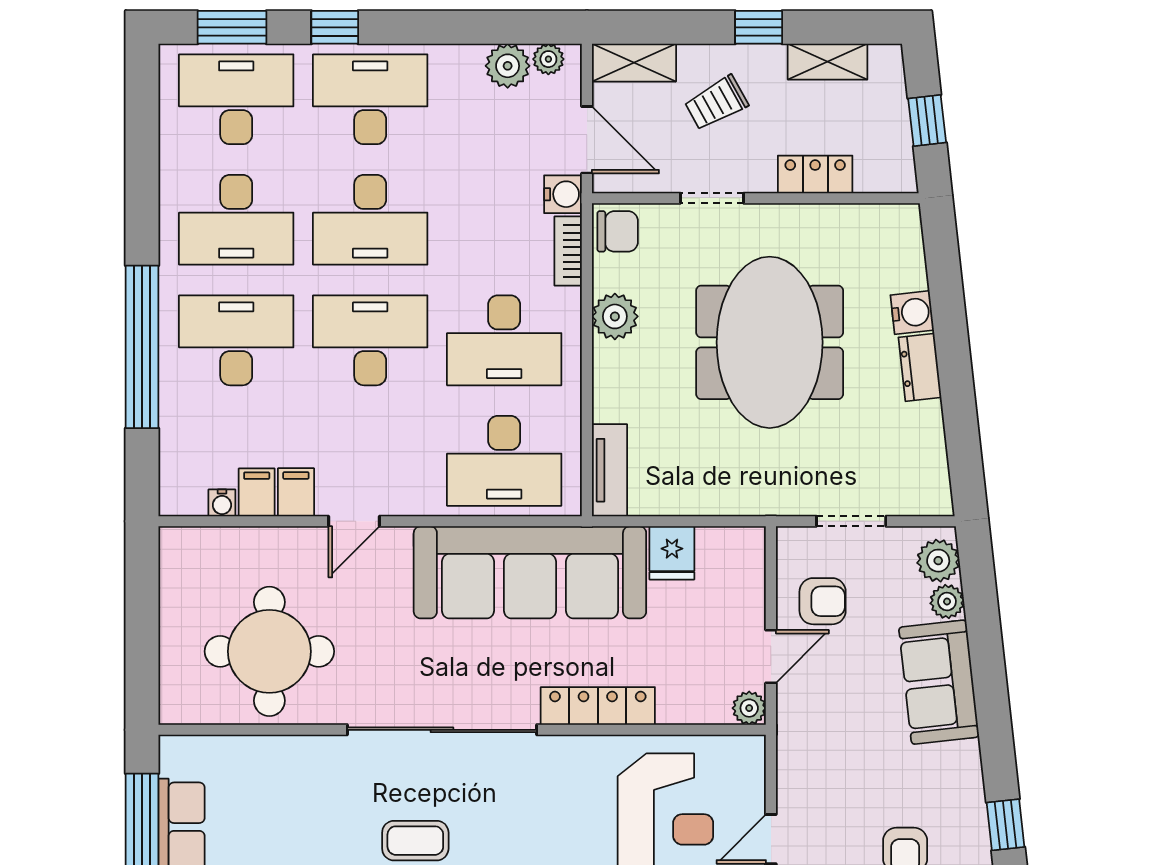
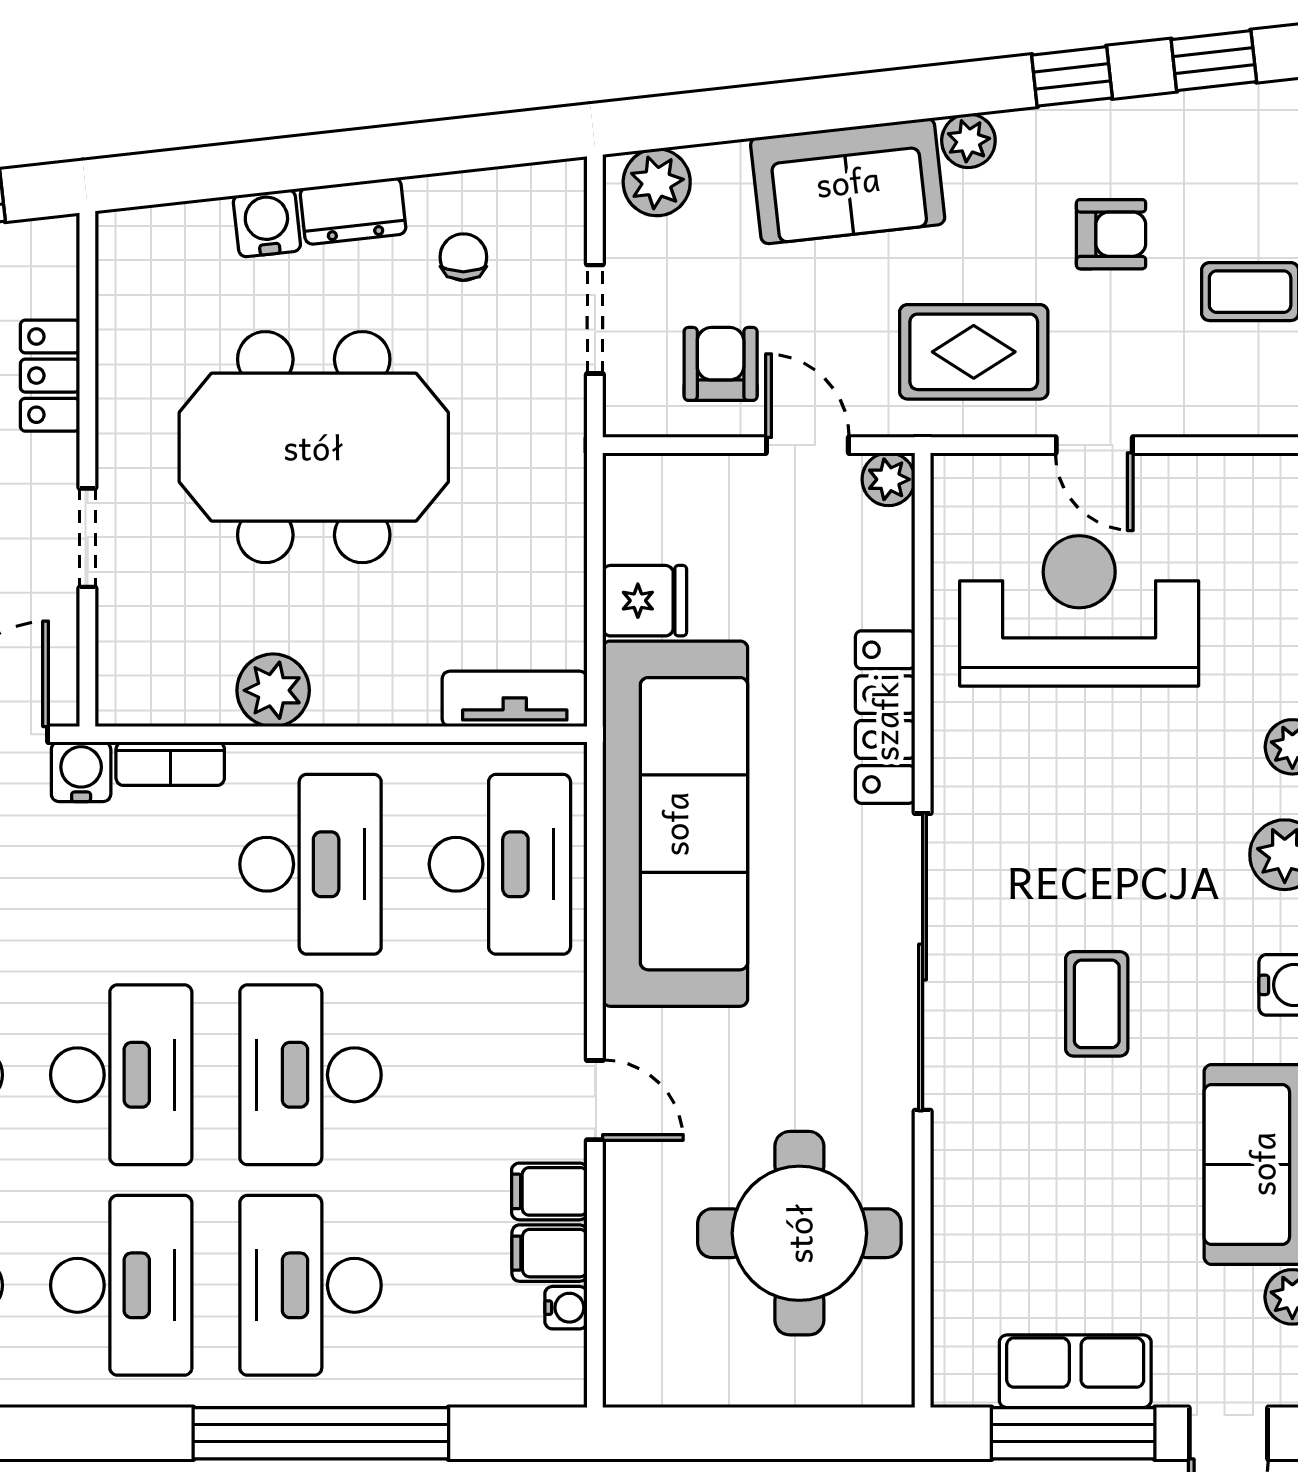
chair: (618, 231) -> (463, 257), moved, width x0.73, depth x0.73
plant: (947, 602) -> (968, 141), moved
rug: (830, 762) -> (974, 352), added

